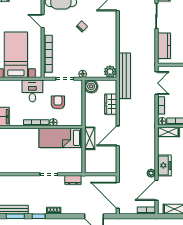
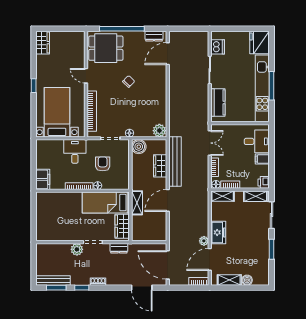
bench: (125, 76) -> (175, 162), moved
wardrobe: (76, 160) -> (122, 226), added
plant: (34, 181) -> (77, 249), added

